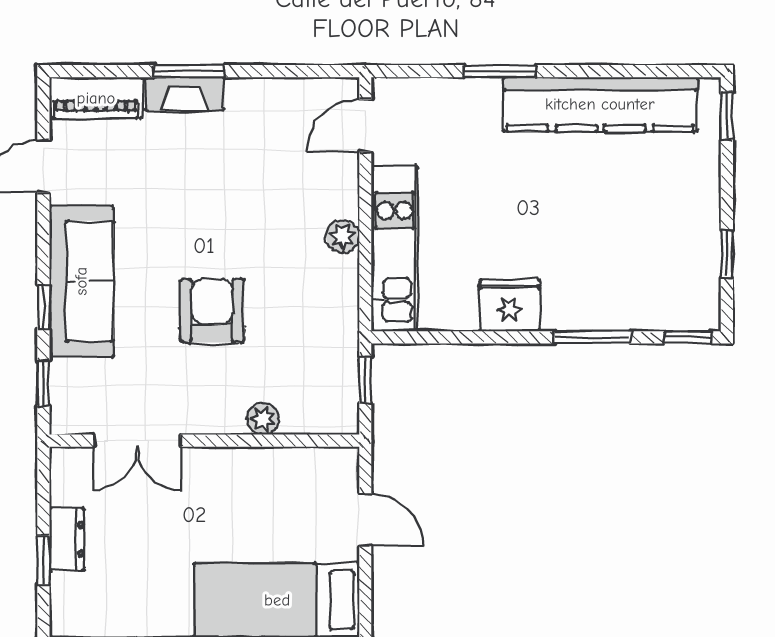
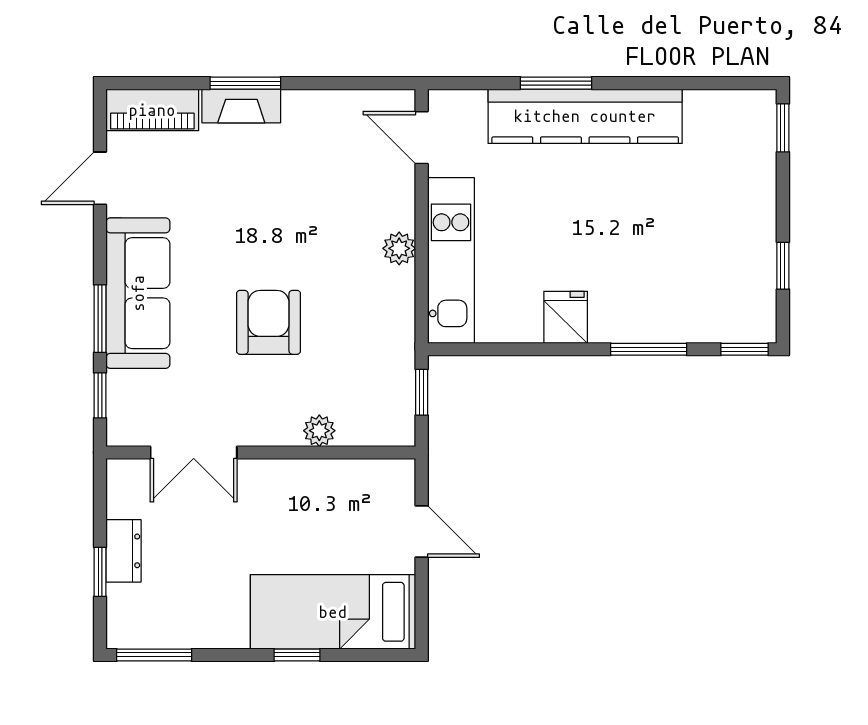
kitchen counter: (600, 104) -> (585, 116), moved
door: (365, 126) -> (422, 138), hinge flipped
fridge: (509, 305) -> (566, 317), width x0.72
window: (43, 307) -> (100, 319), width x1.50

